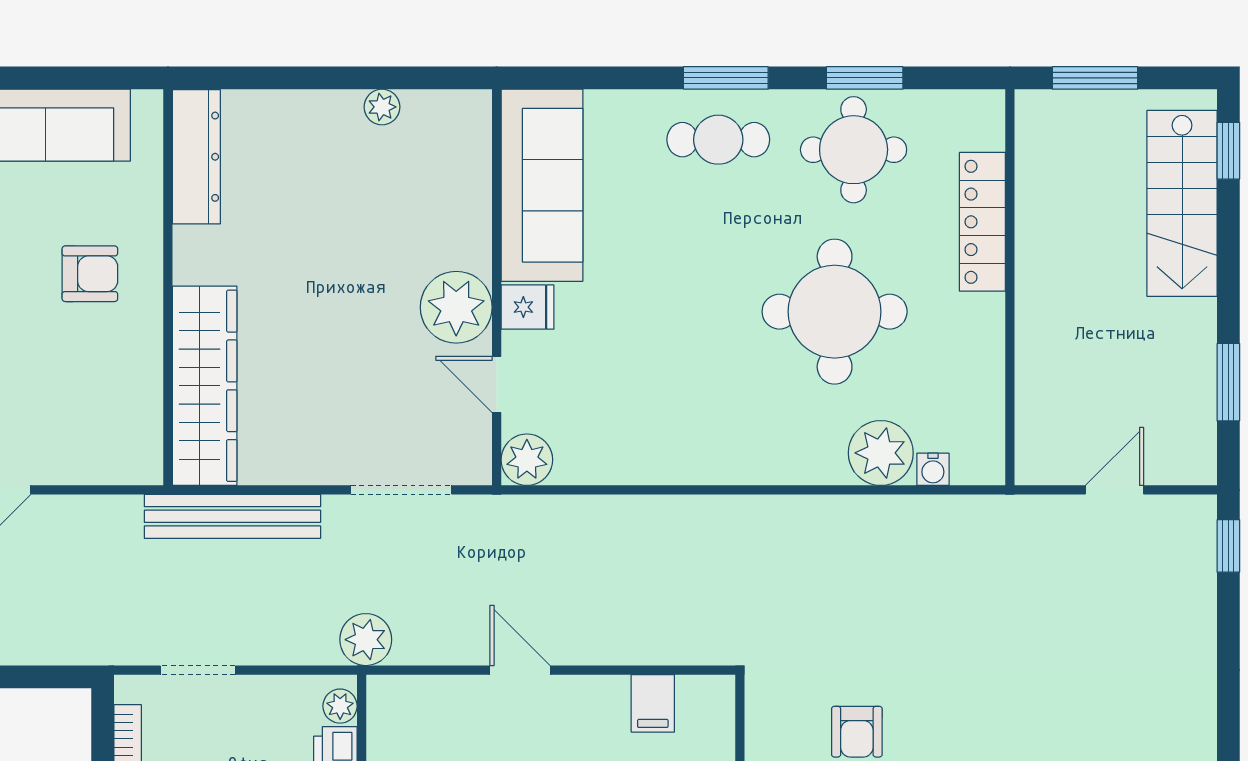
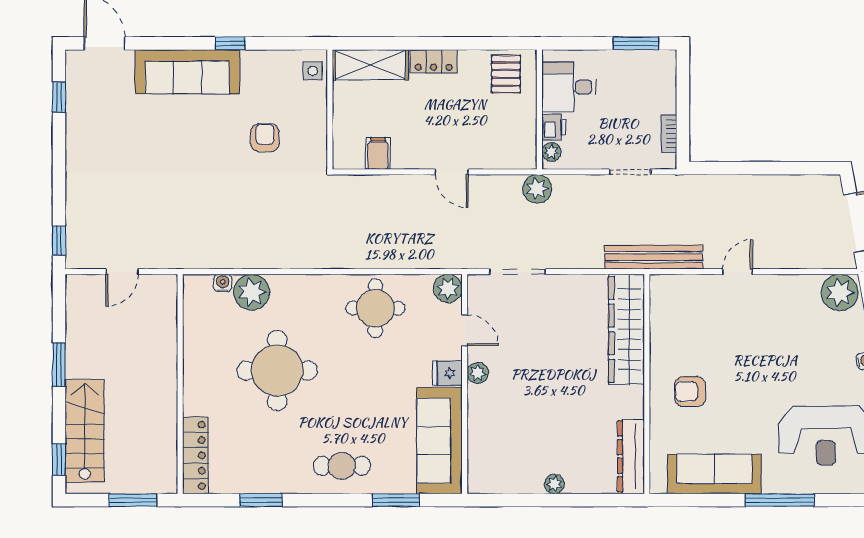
window: (726, 78) -> (396, 500), moved
plant: (382, 107) -> (554, 484), moved
round table: (854, 150) -> (375, 308), moved
locker: (982, 222) -> (195, 455), moved
plant: (456, 307) -> (478, 373), width x0.53, depth x0.53
window: (1228, 382) -> (59, 365), moved
bench: (232, 516) -> (654, 257), moved

